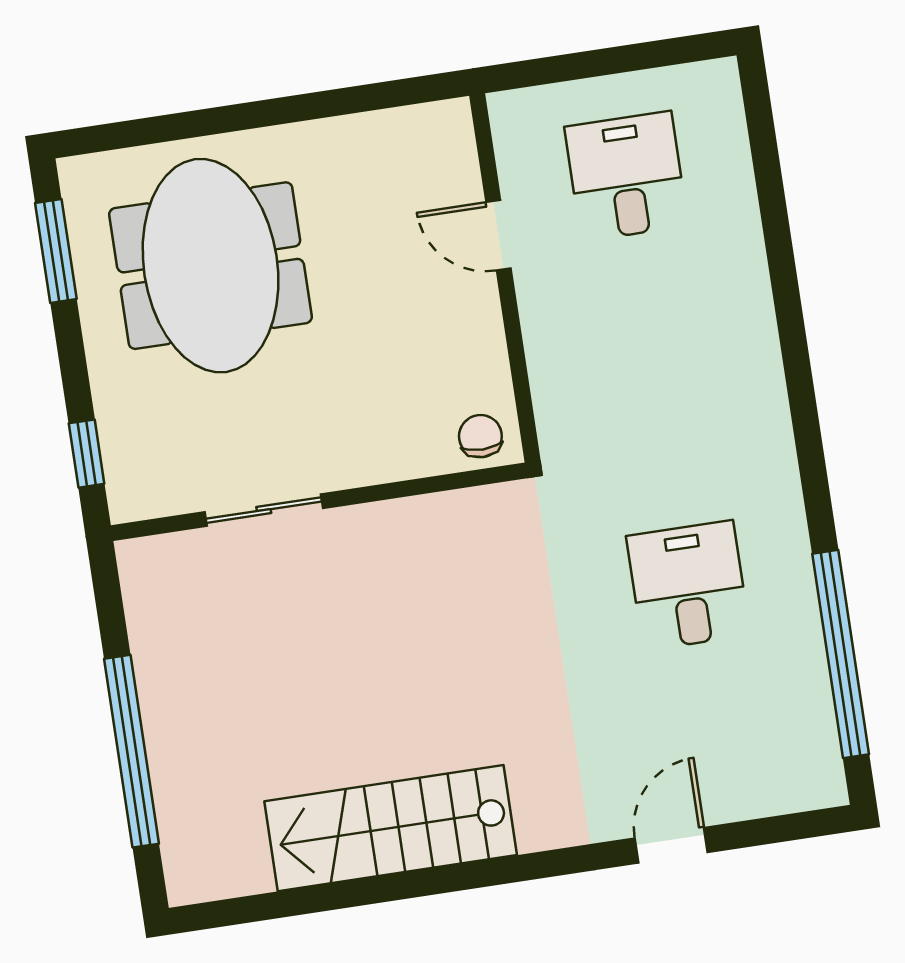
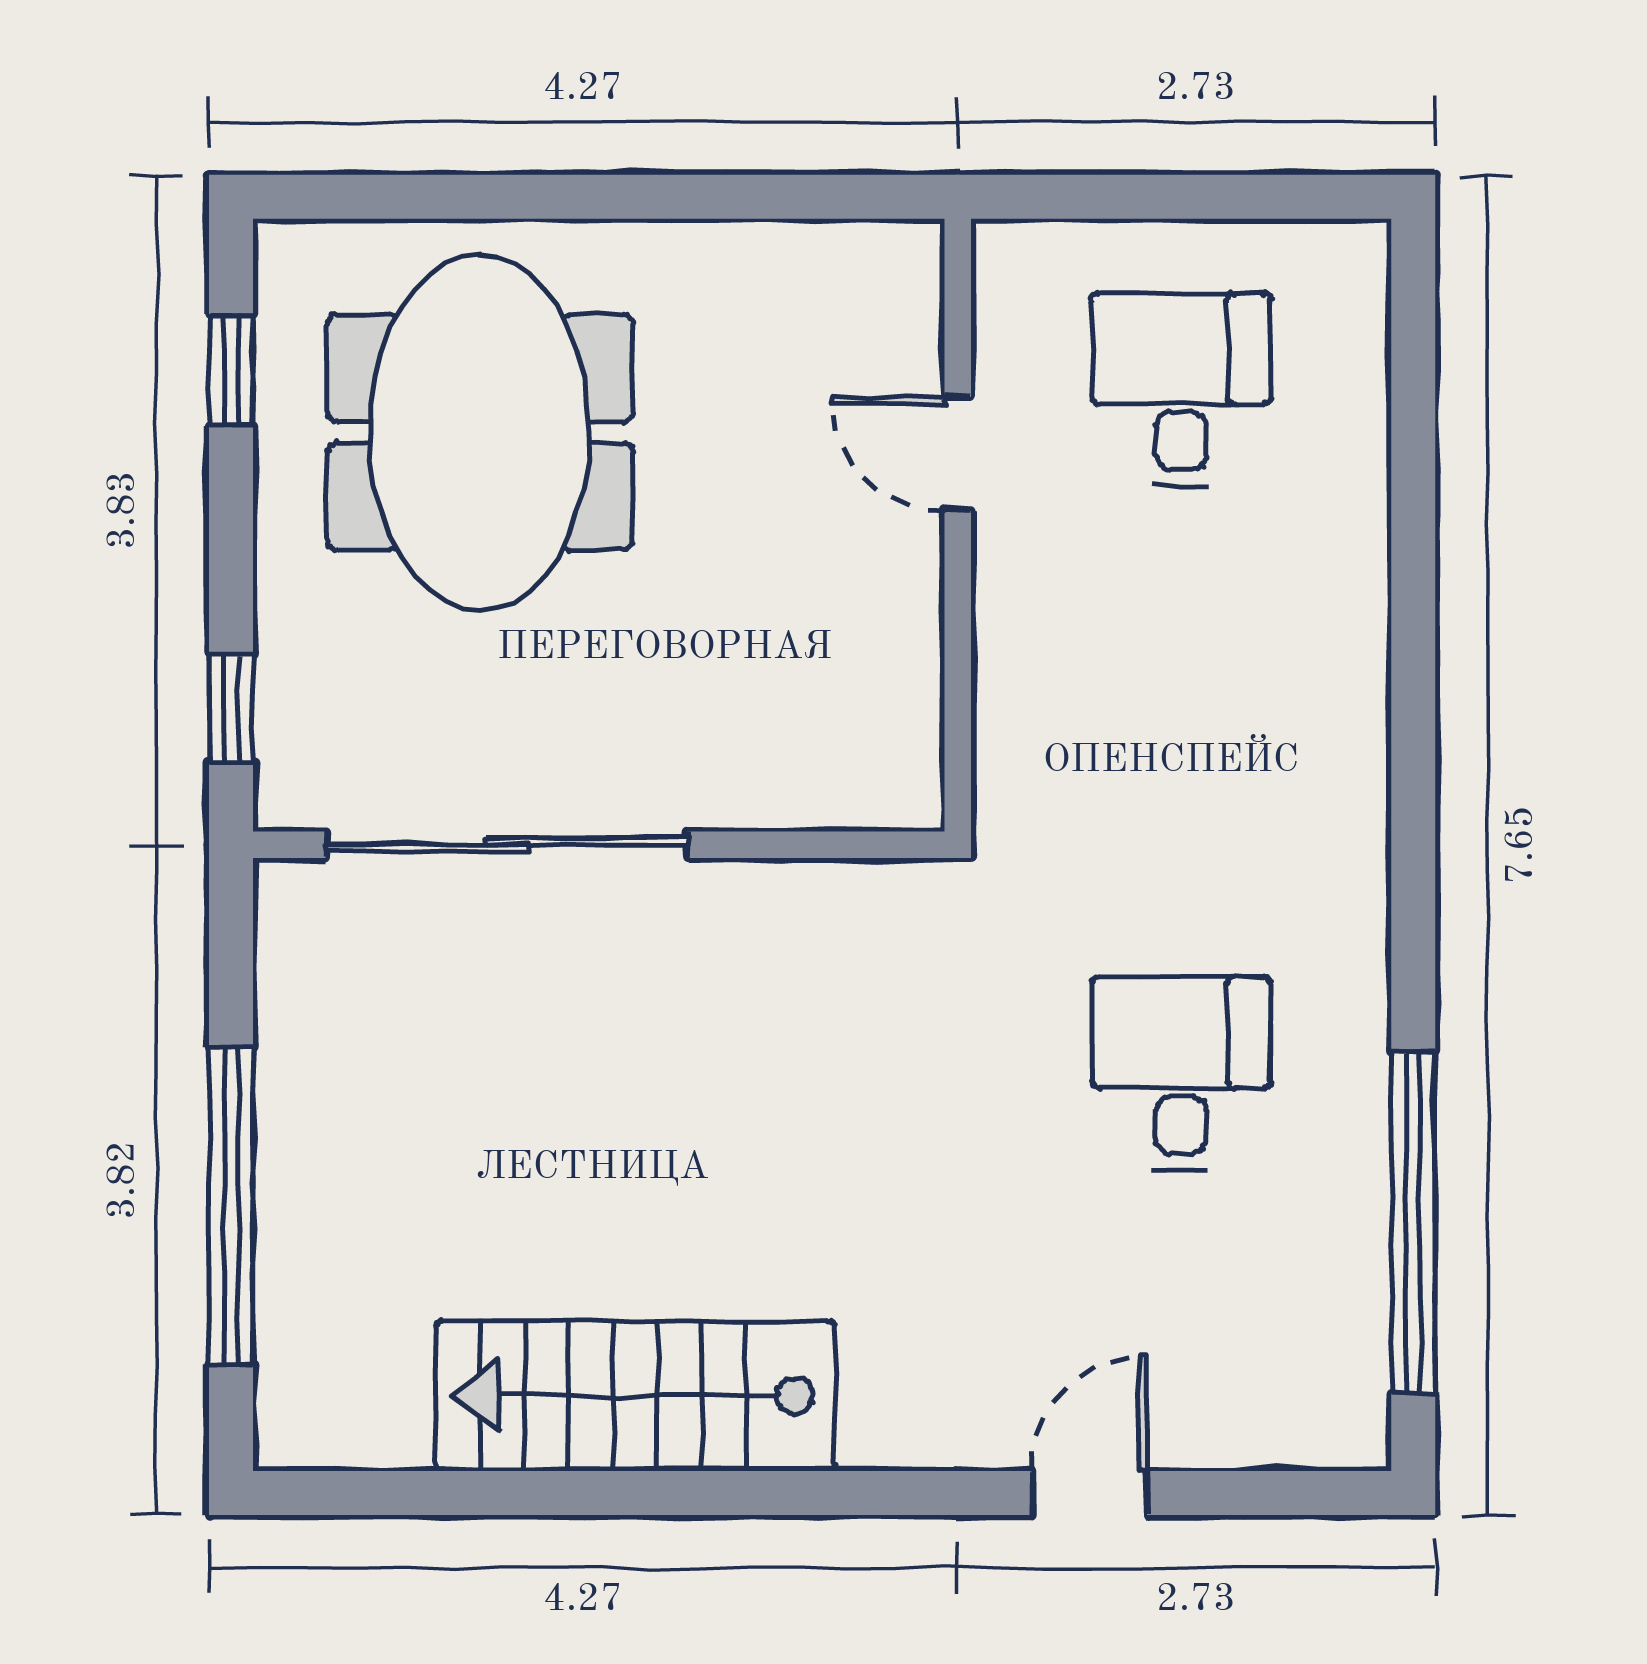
window: (56, 251) -> (231, 370), width x0.67
chair: (480, 436) -> (879, 778), removed
sliding door: (264, 510) -> (506, 845), width x1.86

